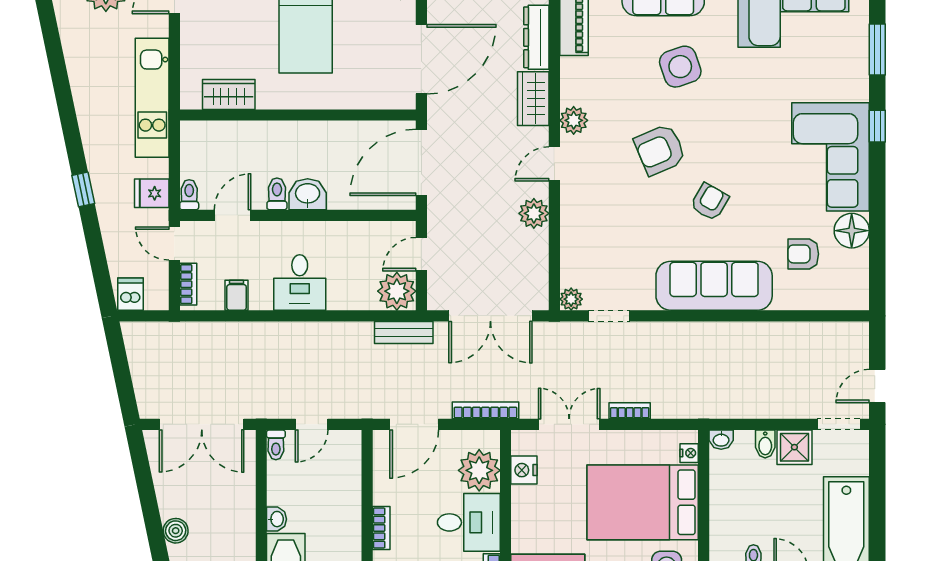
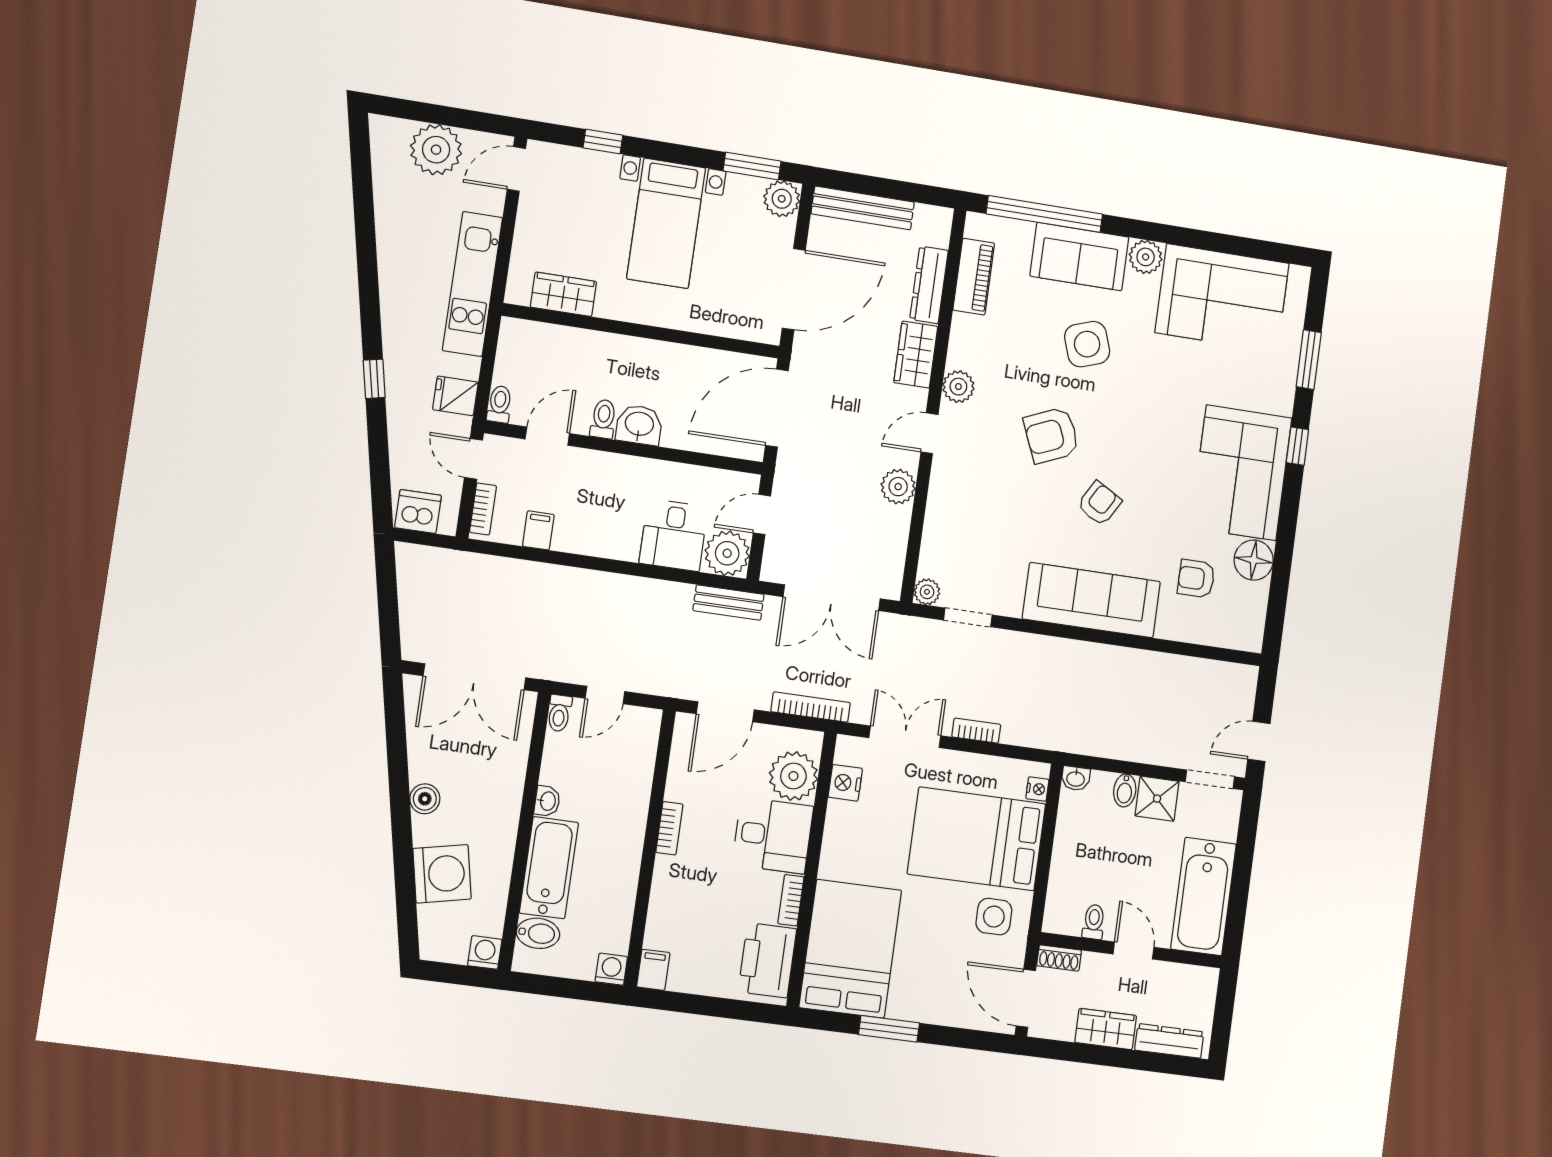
desk: (300, 283) -> (674, 535), moved
dishwasher: (131, 294) -> (418, 512), width x1.38

